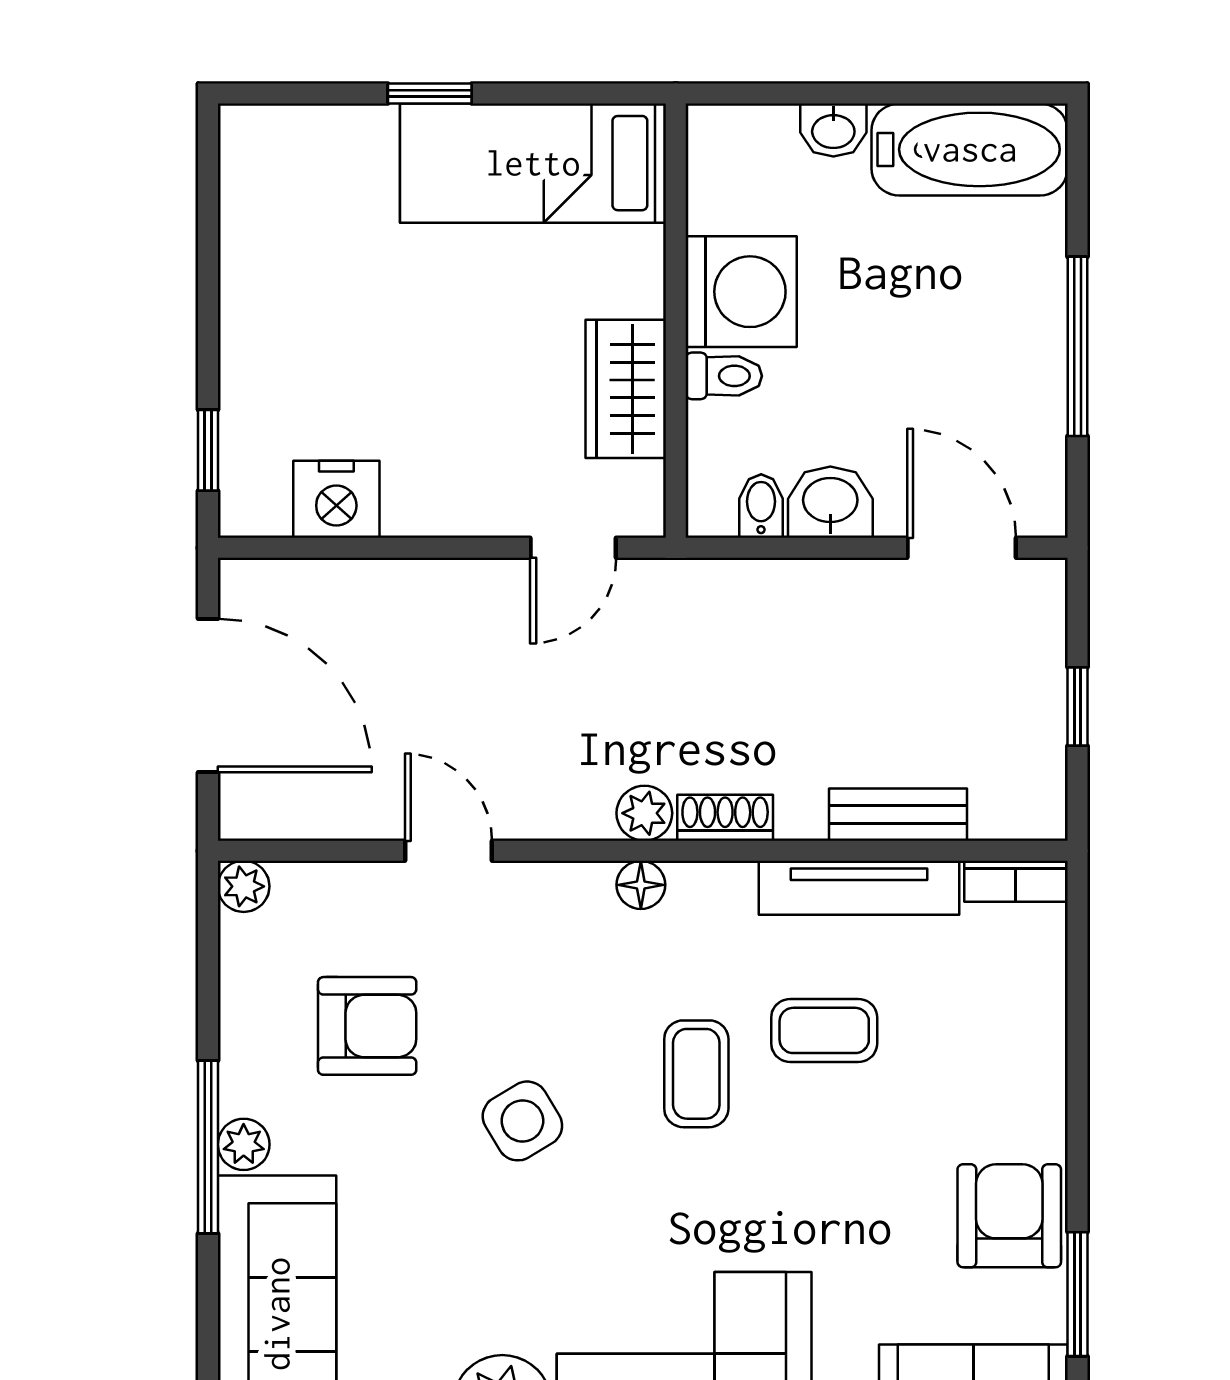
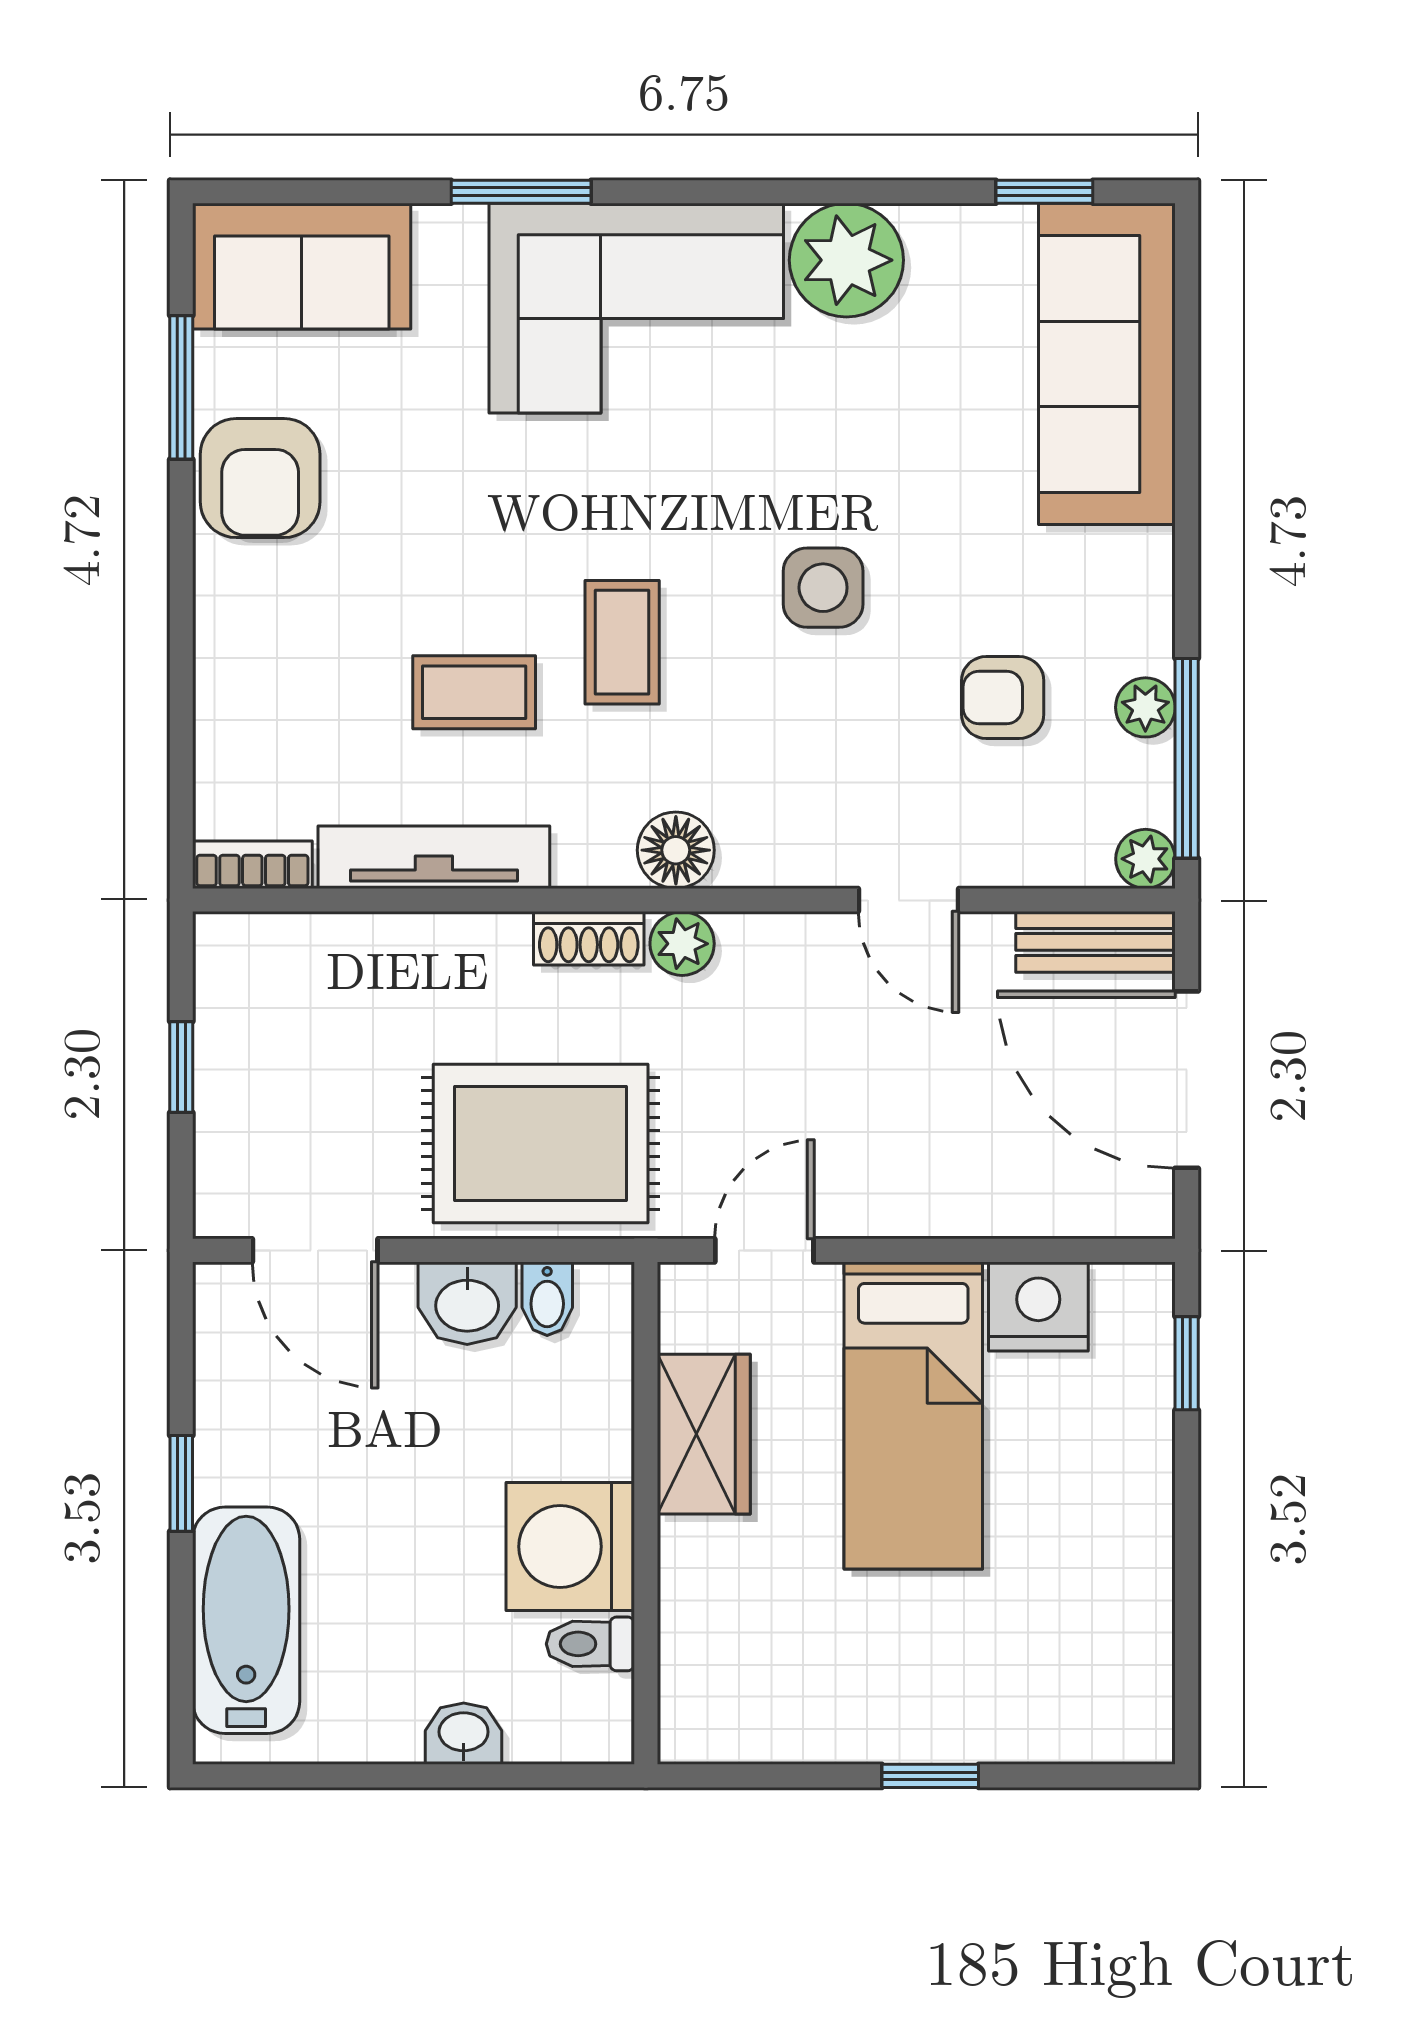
bathtub: (970, 149) -> (246, 1620), moved, turned 90
bed: (533, 163) -> (913, 1415), moved, turned 90
window: (1077, 346) -> (181, 1483), width x0.46
toilet: (724, 376) -> (590, 1644), moved
rug: (767, 640) -> (541, 1144), added
bench: (898, 815) -> (1095, 942), moved
floor lamp: (641, 885) -> (676, 850), width x1.37, depth x1.37
armchair: (367, 1026) -> (1003, 697), width x0.72, depth x0.72
side table: (522, 1121) -> (823, 588), turned 31
plant: (244, 1144) -> (1145, 707), moved
window: (208, 1147) -> (1187, 758), moved

